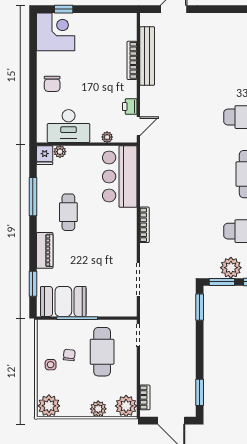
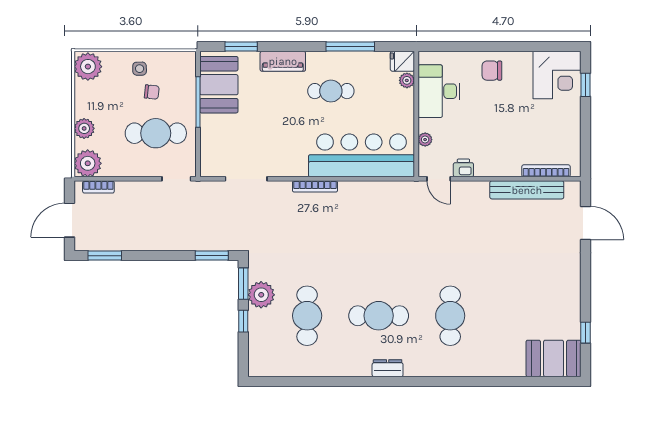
bookcase: (132, 60) -> (546, 171), moved
bar counter: (120, 177) -> (361, 155), width x1.36

